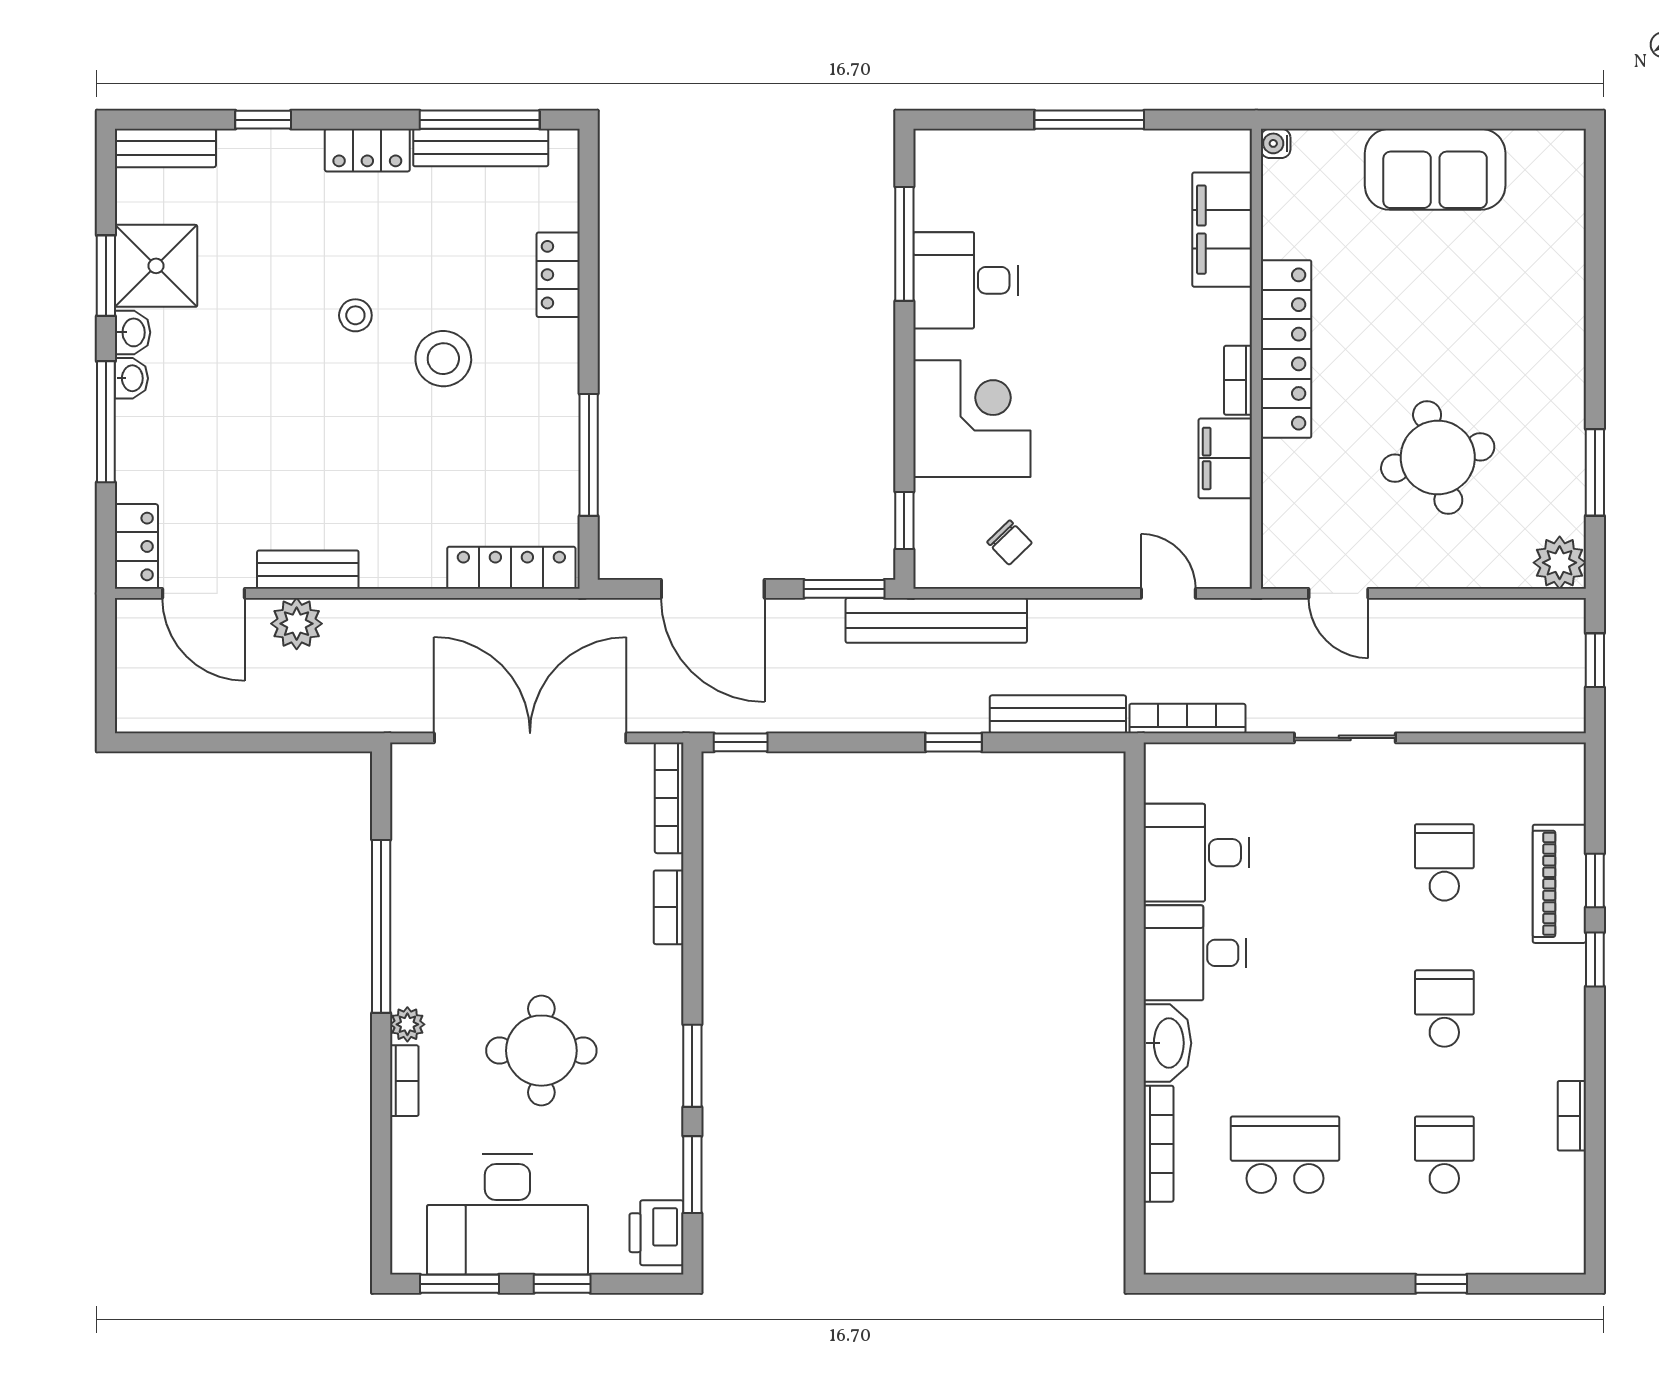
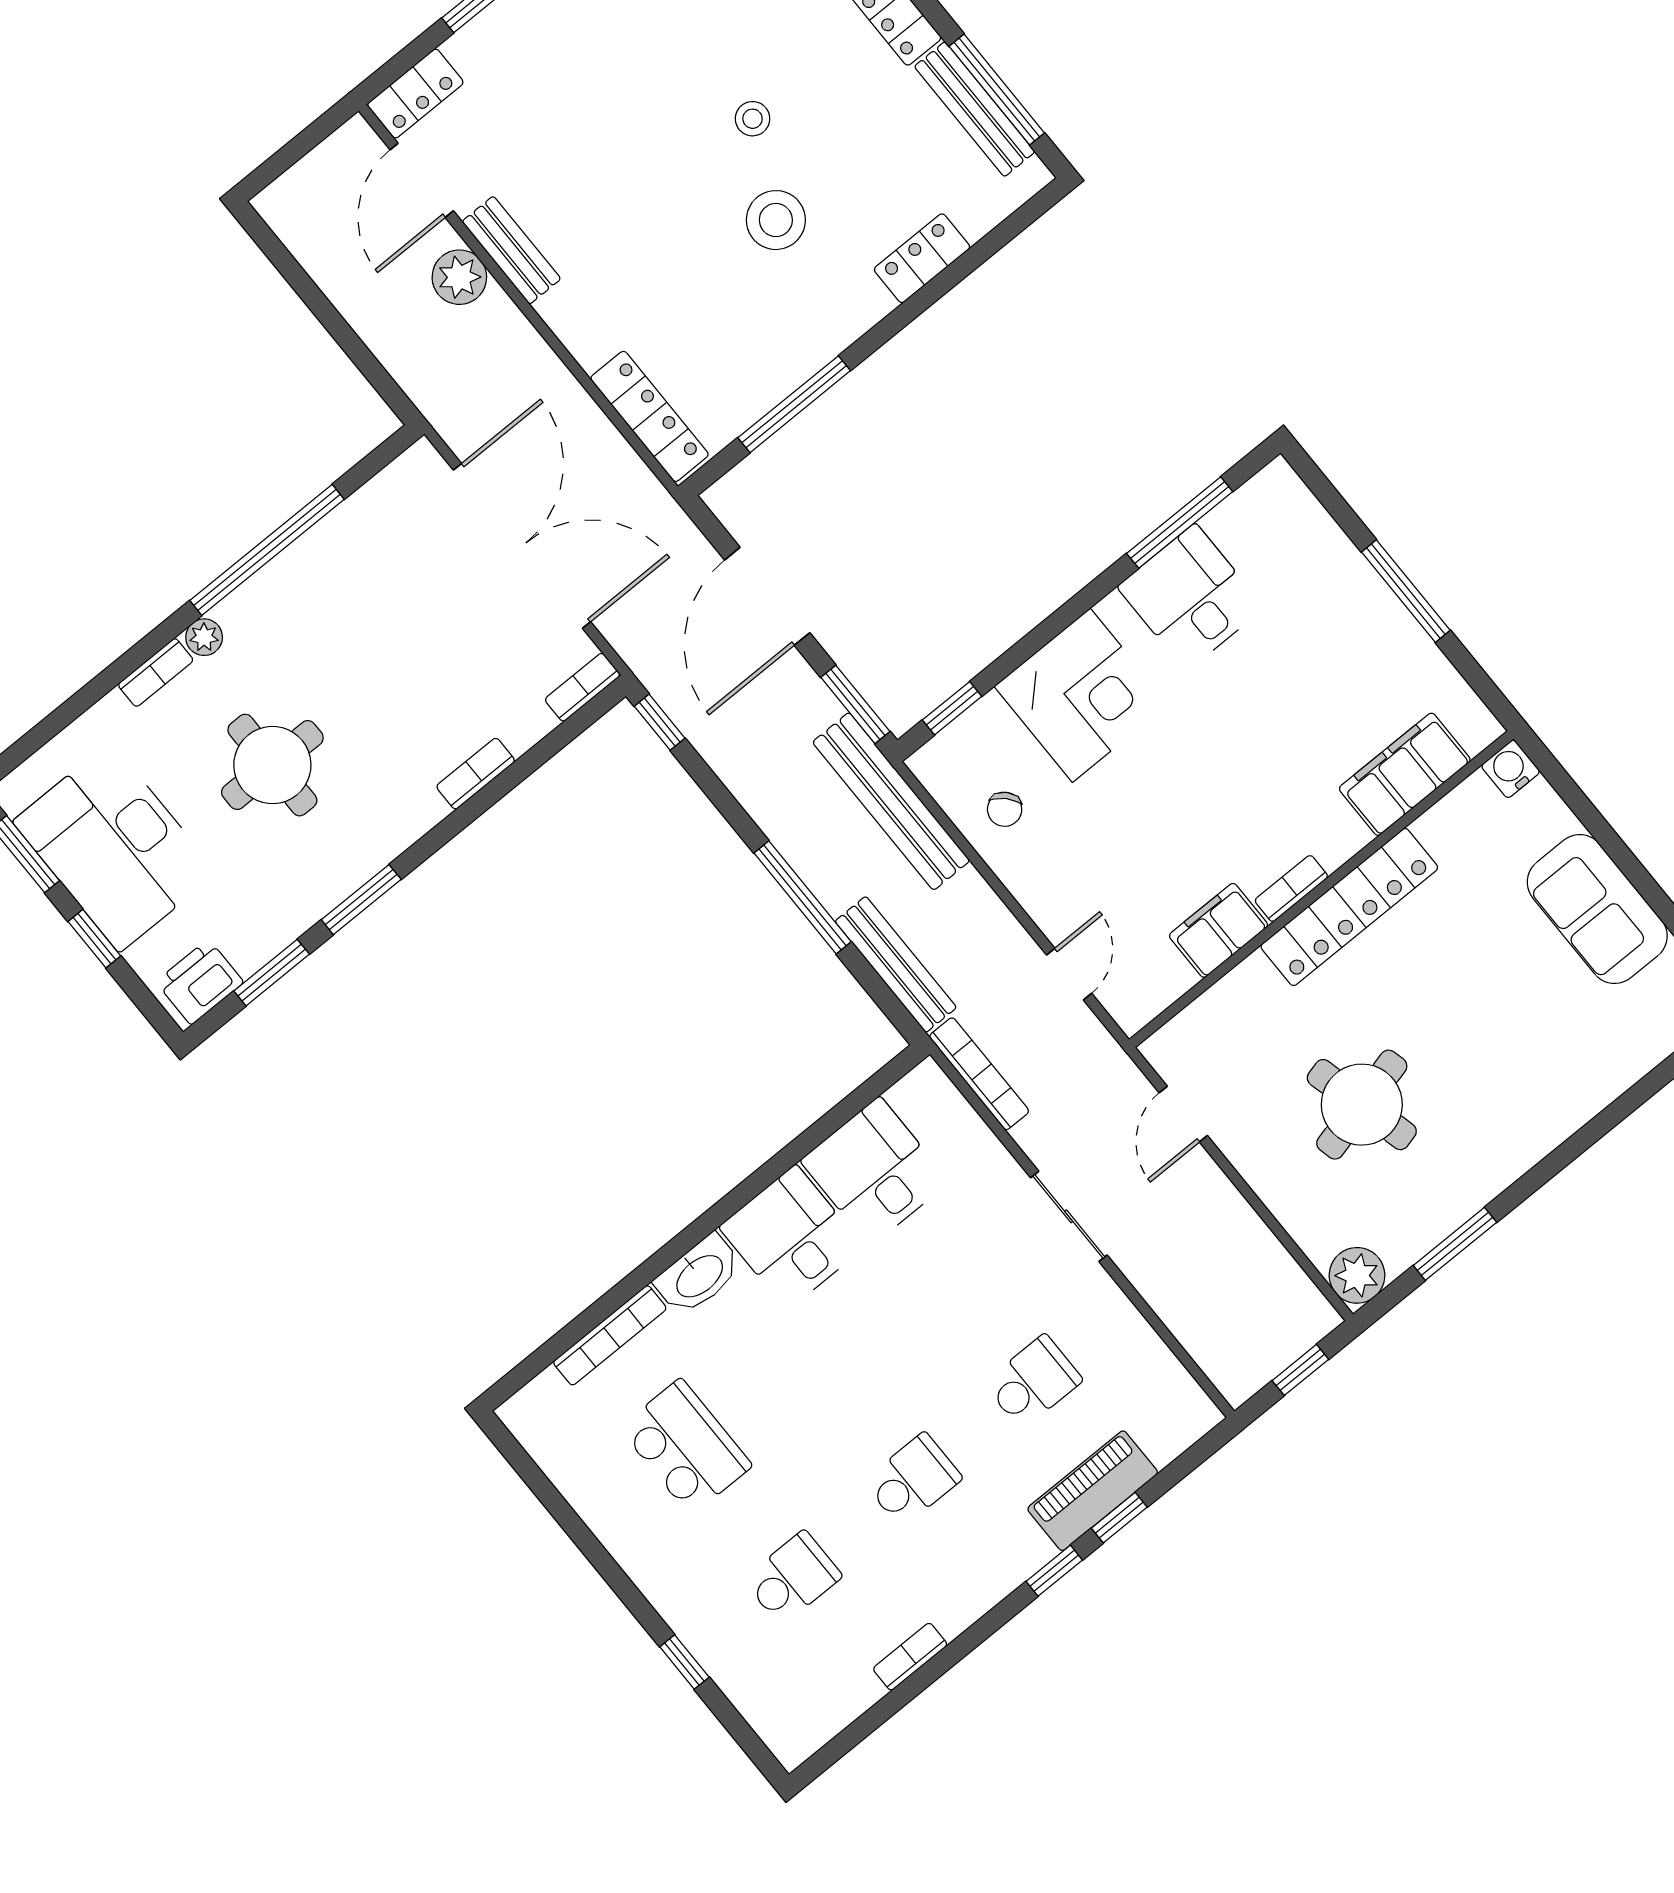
water cooler: (1276, 143) -> (1511, 769), width x1.38, depth x1.38
window: (954, 742) -> (803, 897), width x2.17
bookcase: (669, 798) -> (583, 687), width x0.64

